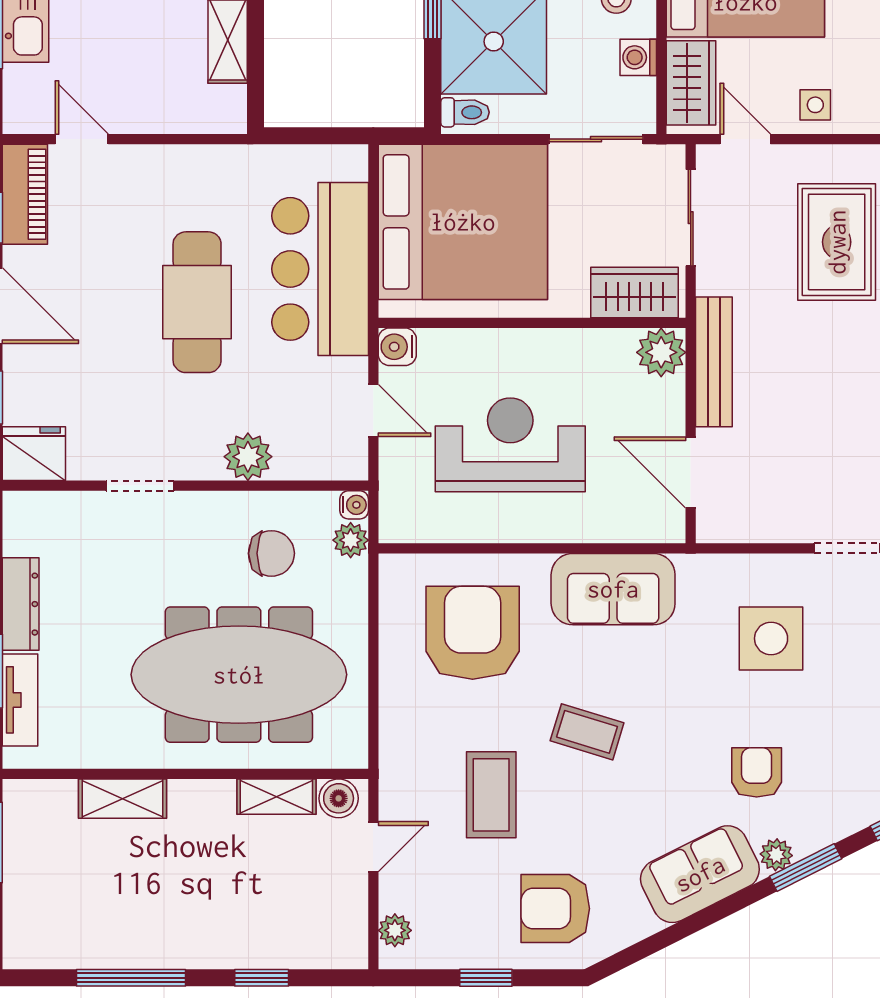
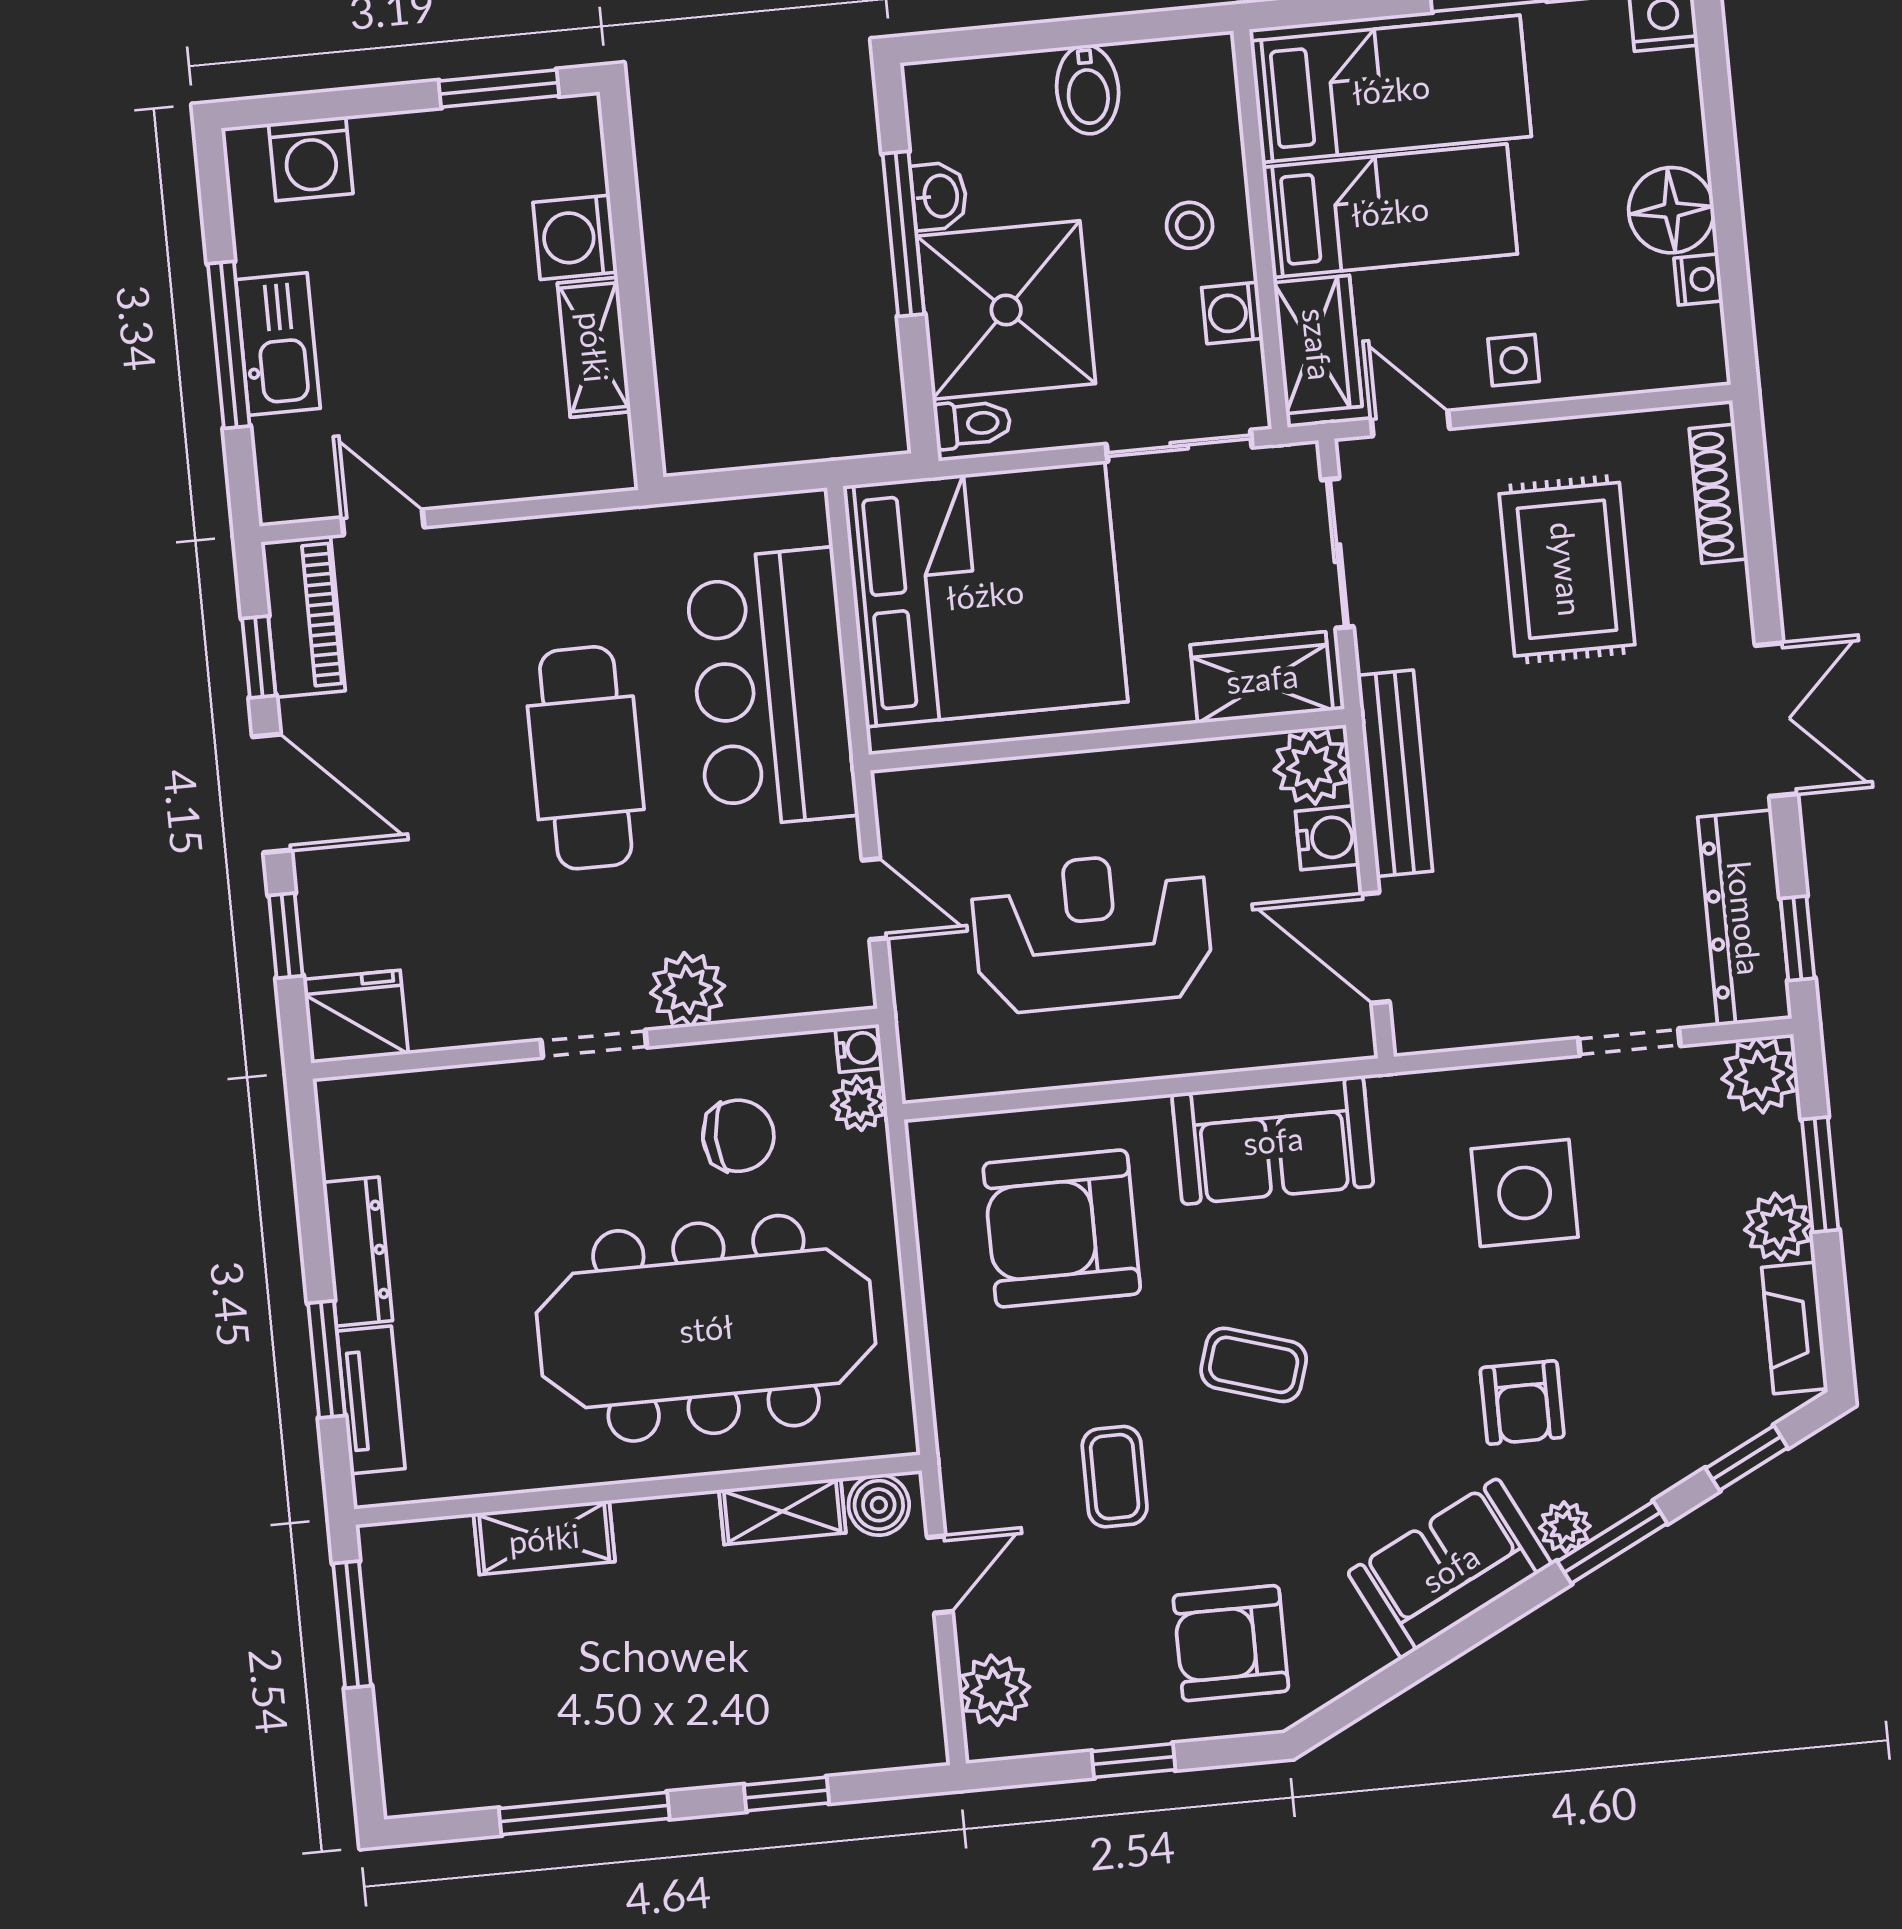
water cooler: (397, 347) -> (1327, 838), moved, turned 180
doorway: (140, 486) -> (594, 1044), moved
armchair: (473, 633) -> (1062, 1228), turned -90
armchair: (757, 772) -> (1522, 1403), turned 180
coffee table: (491, 795) -> (1115, 1477), width x0.73, depth x0.77
plant: (395, 930) -> (994, 1690), width x1.38, depth x1.38

